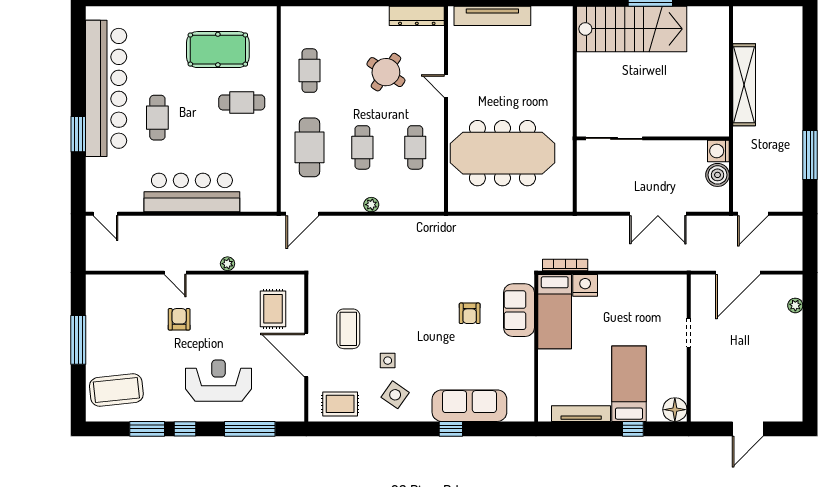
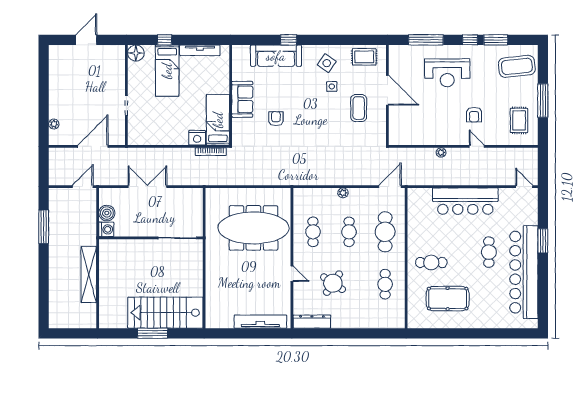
rug: (273, 309) -> (519, 120), moved
sofa: (519, 310) -> (242, 99), moved

